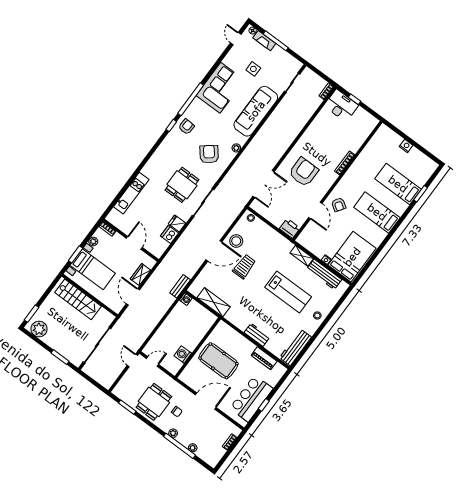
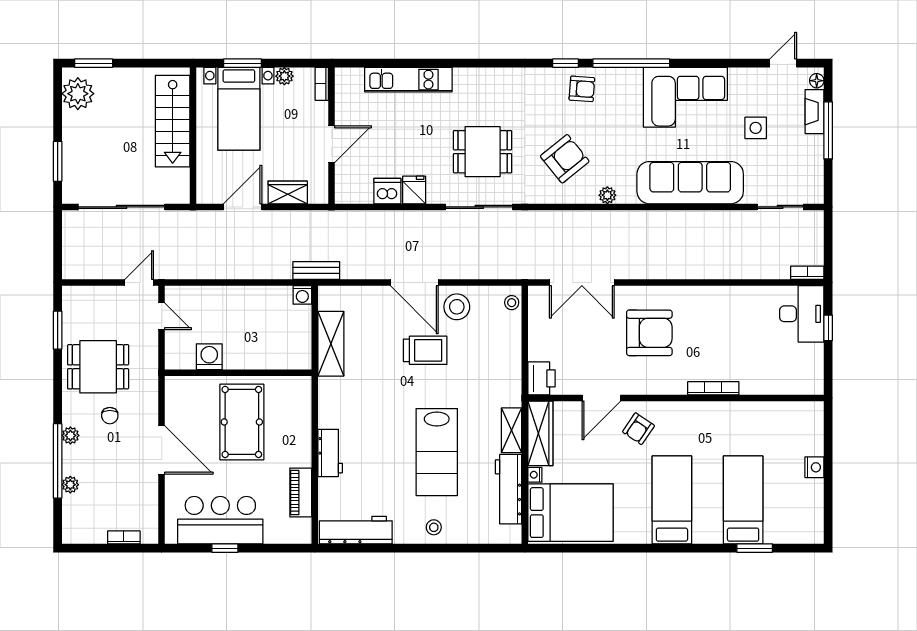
wardrobe: (311, 245) -> (540, 433), added

